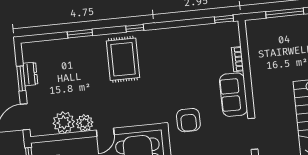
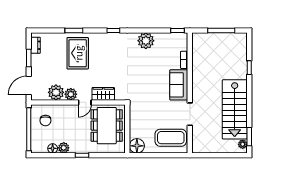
plant: (181, 38) -> (146, 41), added
rug: (123, 59) -> (78, 53), moved
dresser: (30, 74) -> (36, 45), moved
wardrobe: (130, 118) -> (103, 94), added
armchair: (188, 120) -> (145, 100), removed

